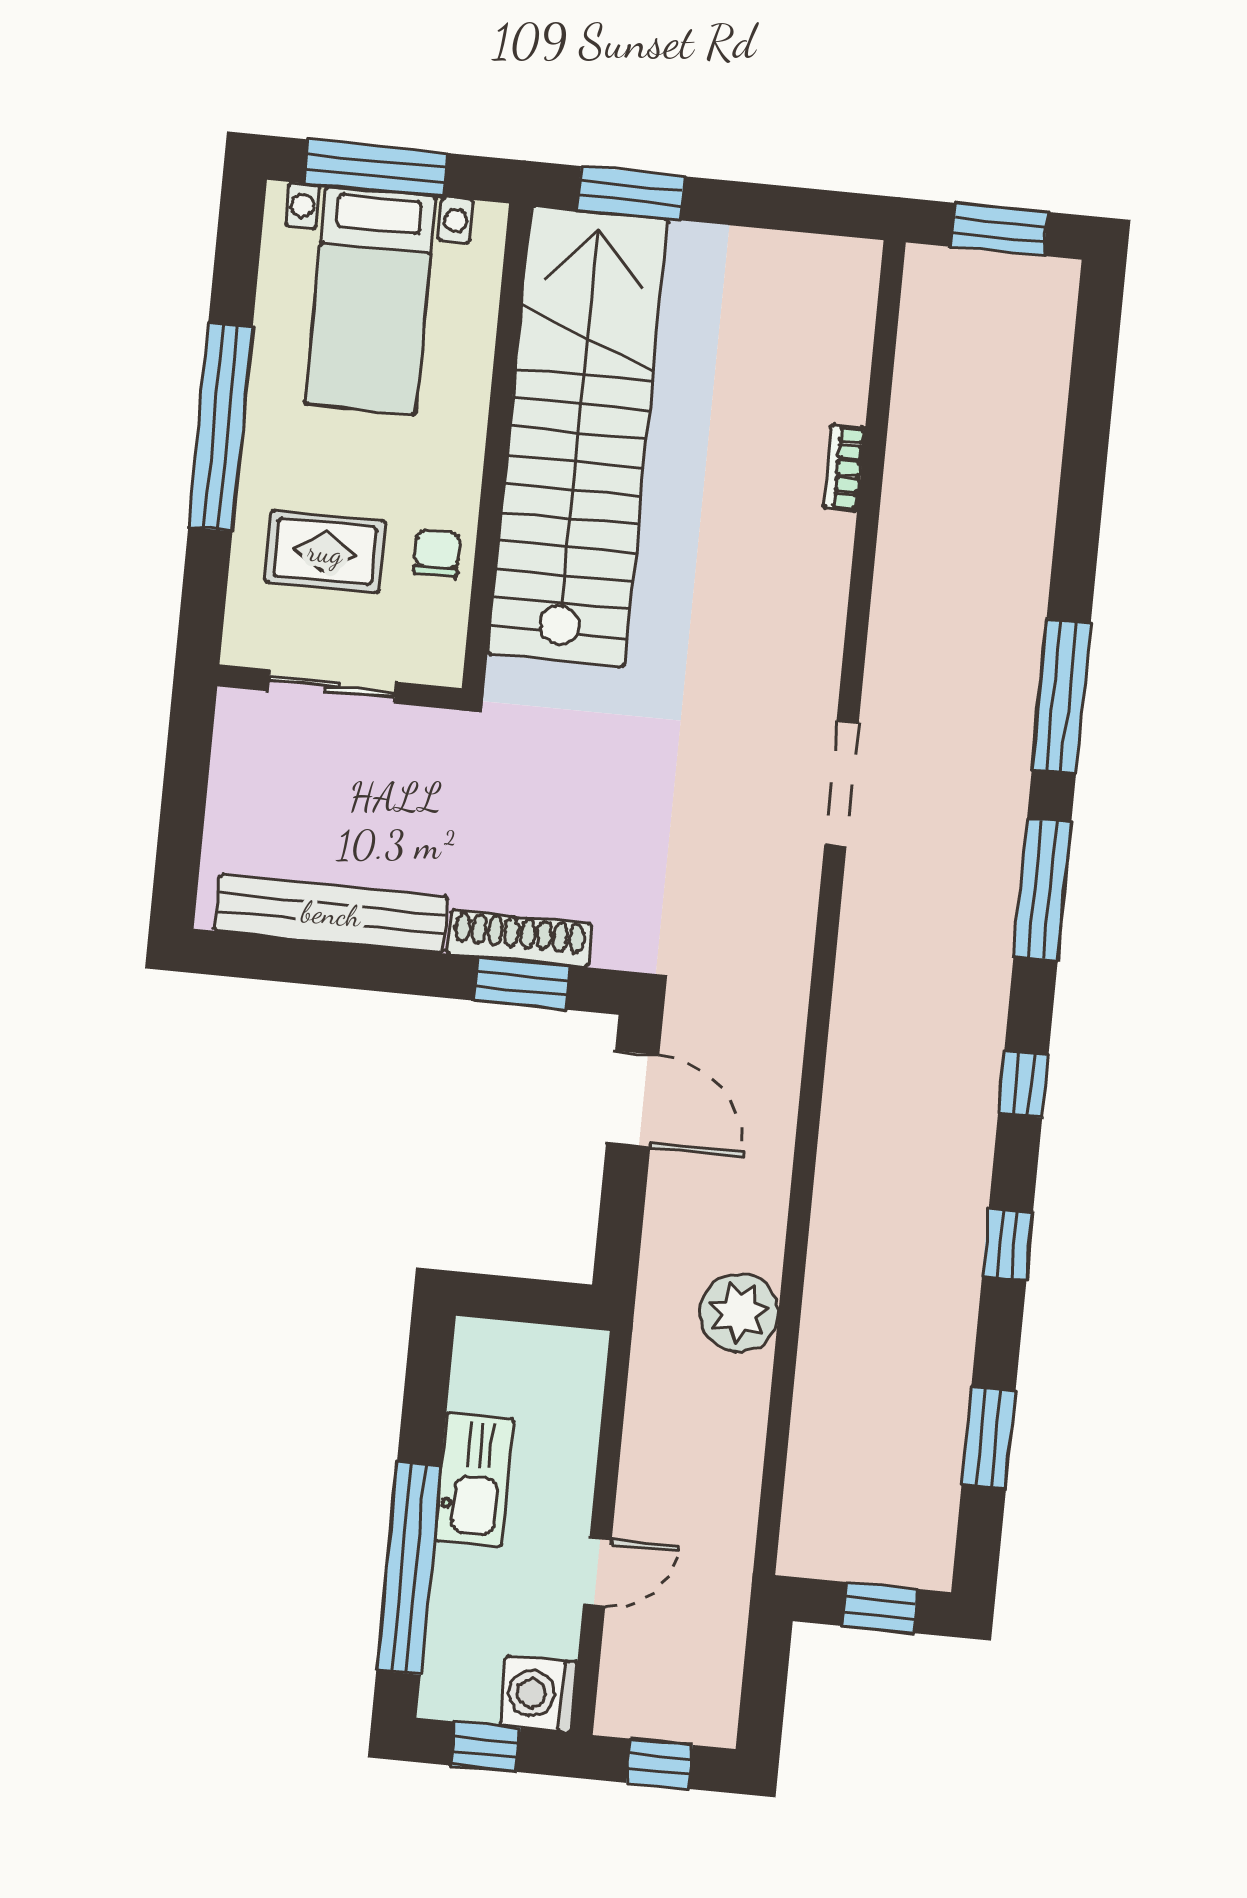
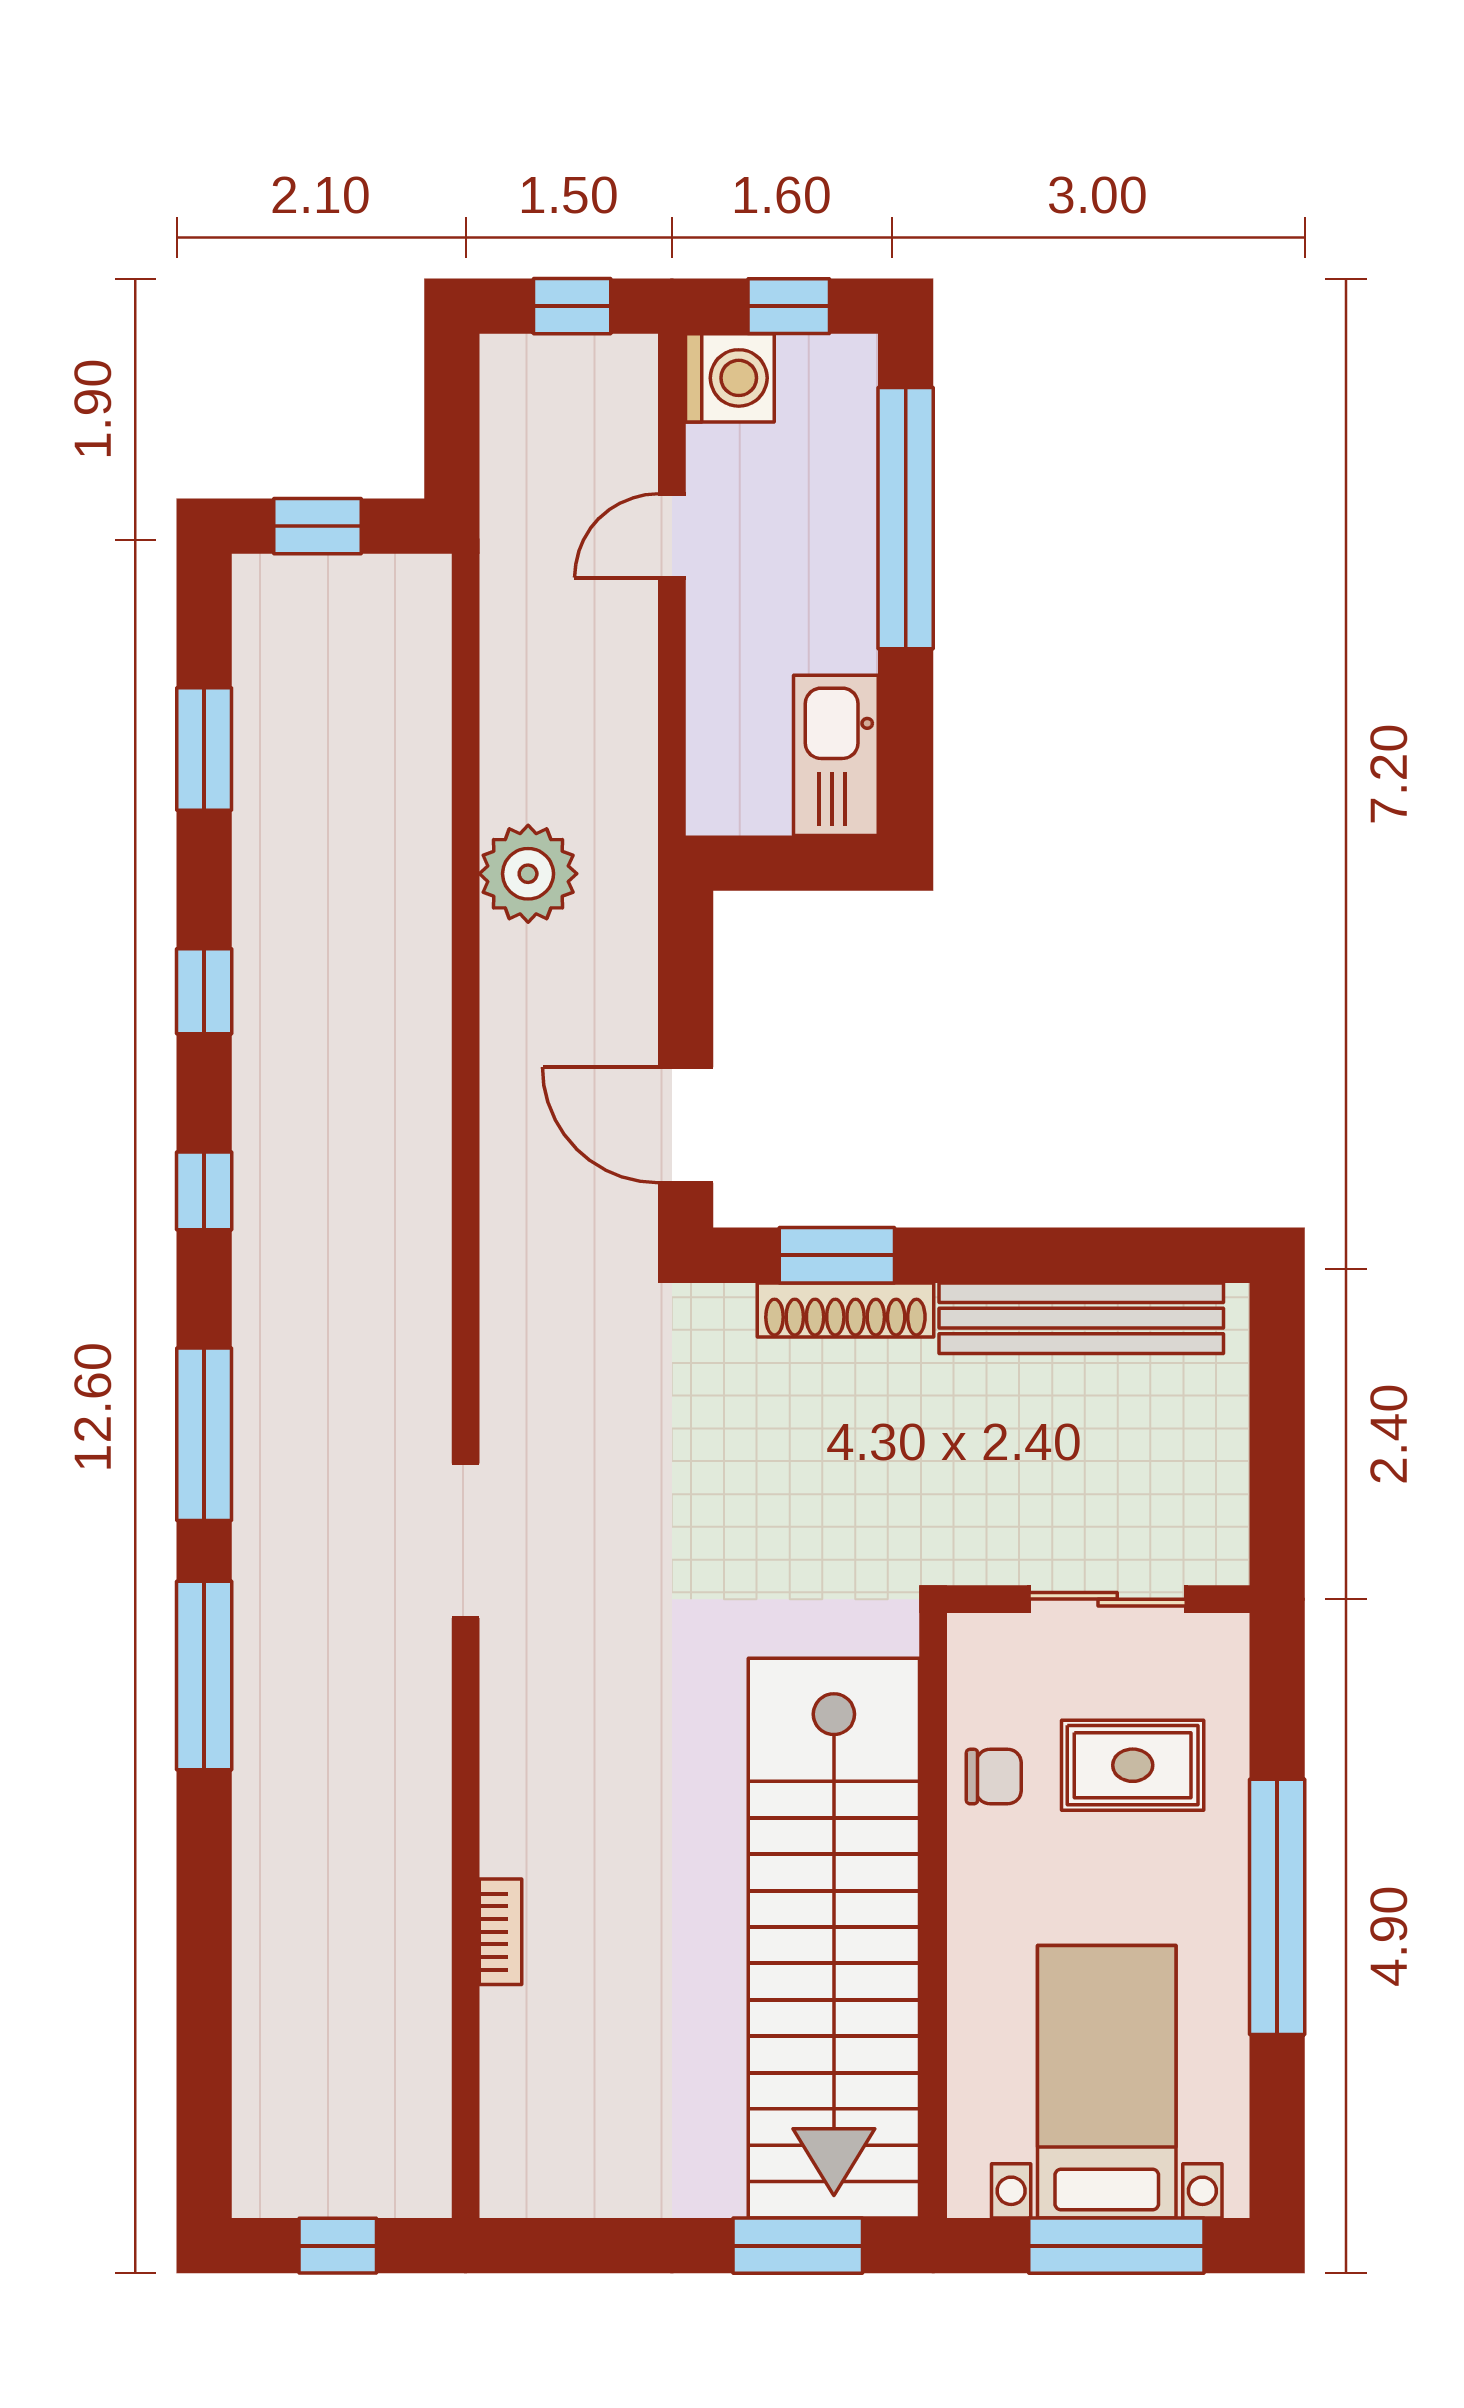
window: (999, 229) -> (338, 2246), width x0.67
chair: (437, 553) -> (994, 1777), turned -90
kitchen sink: (474, 1479) -> (836, 755), moved

